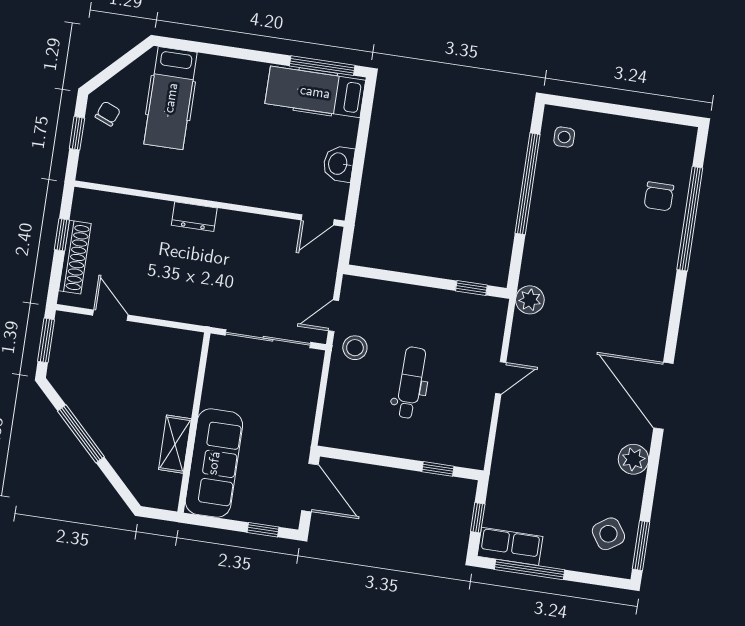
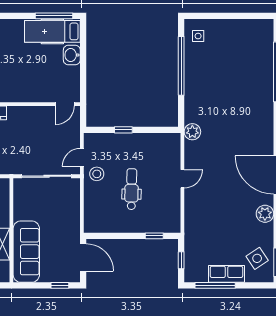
washbasin: (339, 164) -> (72, 55), moved
chair: (659, 196) -> (257, 62), removed
window: (471, 288) -> (123, 130), moved
row of seats: (510, 546) -> (226, 274), moved

